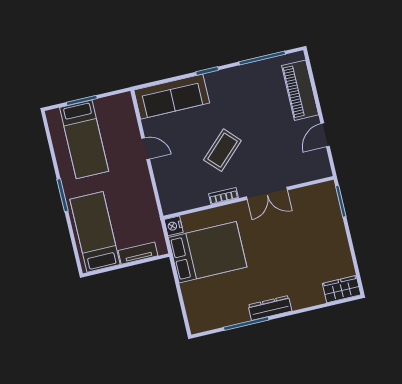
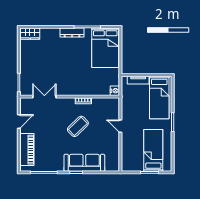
sofa: (172, 97) -> (84, 163), moved
door: (146, 149) -> (120, 126), moved
double door: (267, 193) -> (44, 97), moved
bed: (208, 252) -> (105, 48), moved, turned -90

